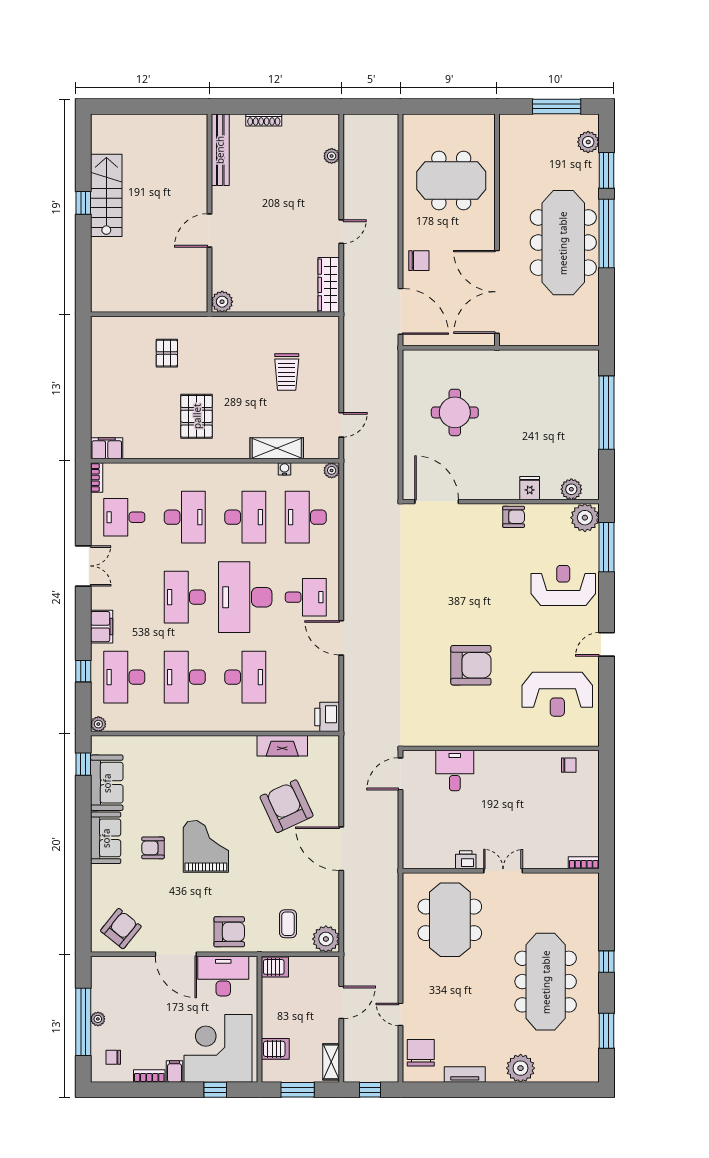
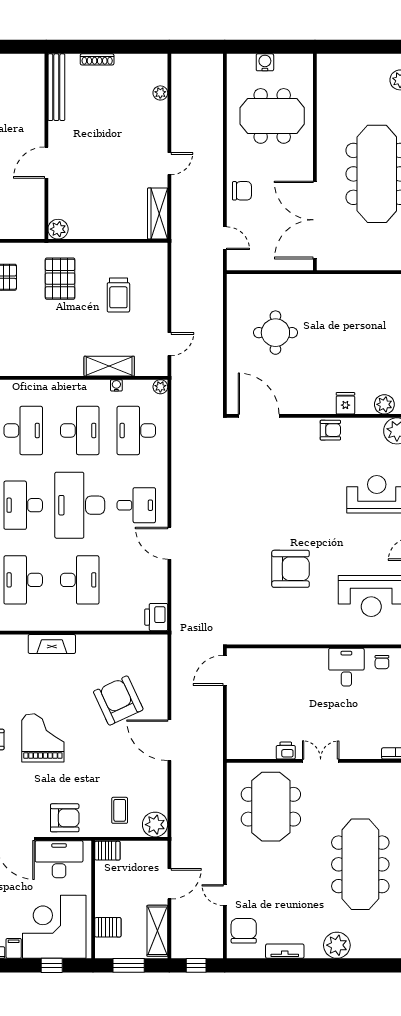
window: (557, 107) -> (371, 47), removed
water cooler: (443, 123) -> (265, 62), added
door: (401, 311) -> (225, 238), width x0.53
pallet: (197, 416) -> (60, 279), moved
fireplace: (282, 746) -> (52, 644), moved
chair: (569, 765) -> (382, 662), turned 90
desk: (455, 771) -> (346, 667), moved
shelving: (331, 1062) -> (157, 931), width x1.50, depth x1.33

